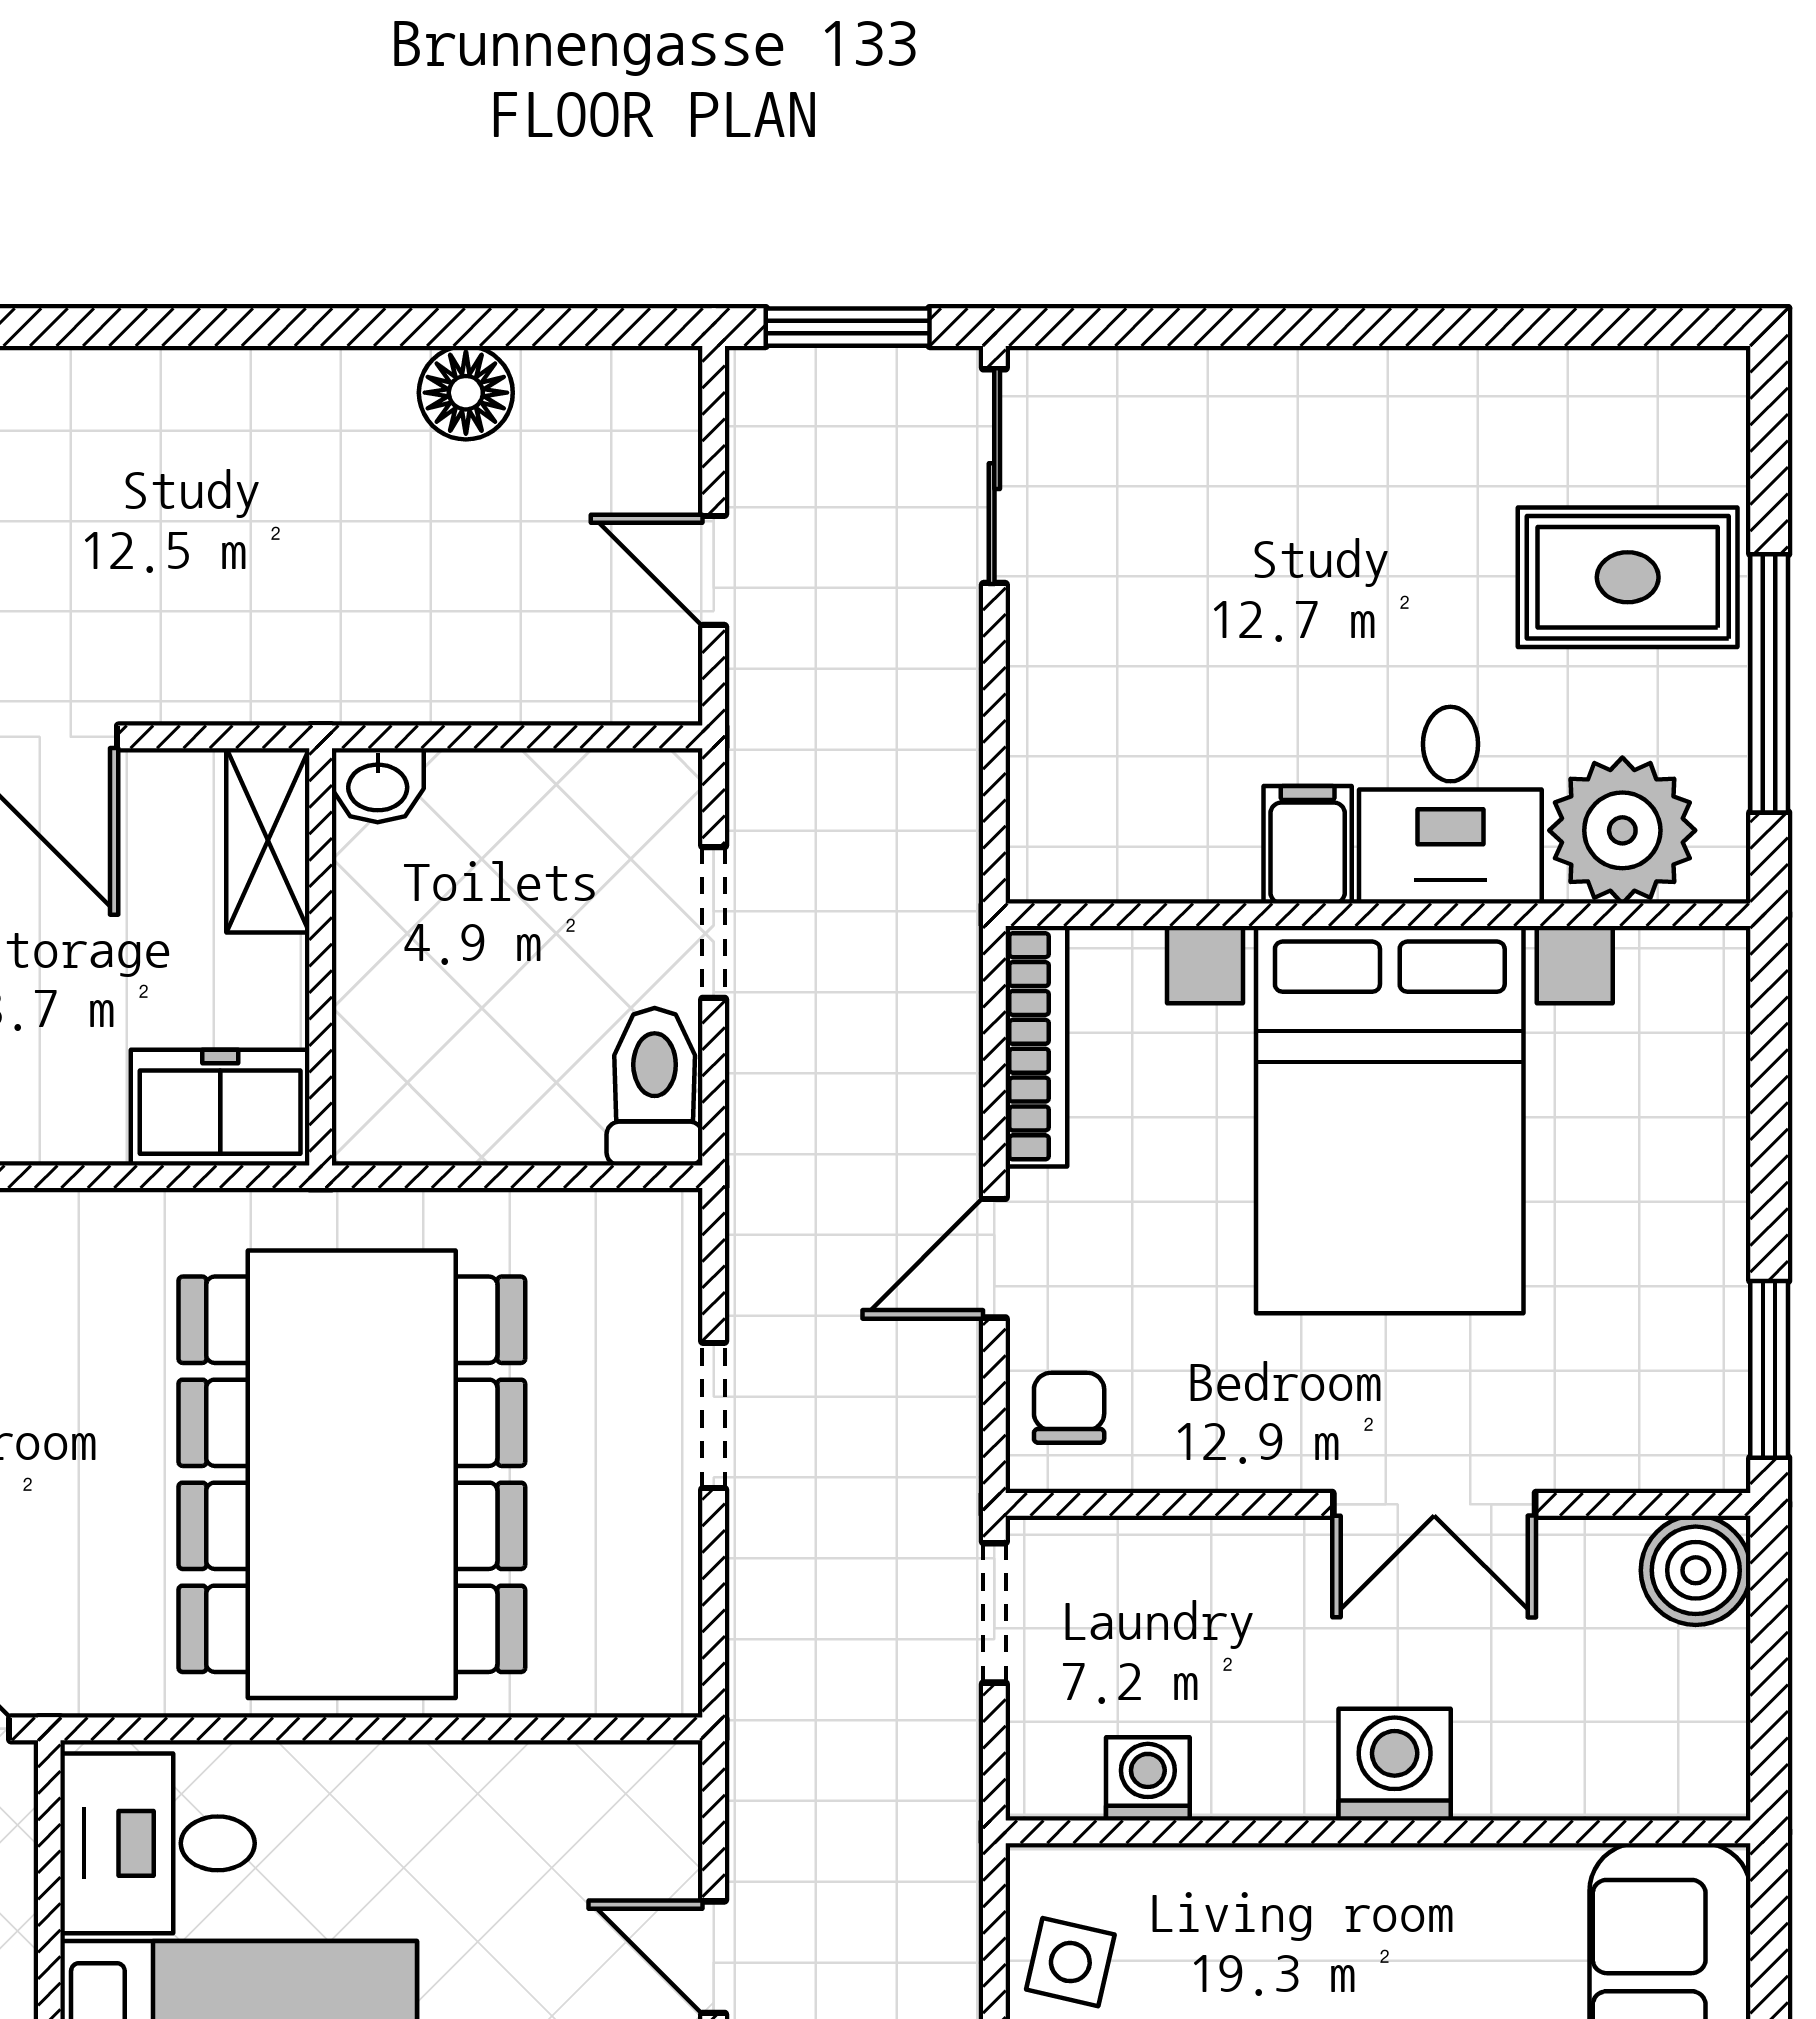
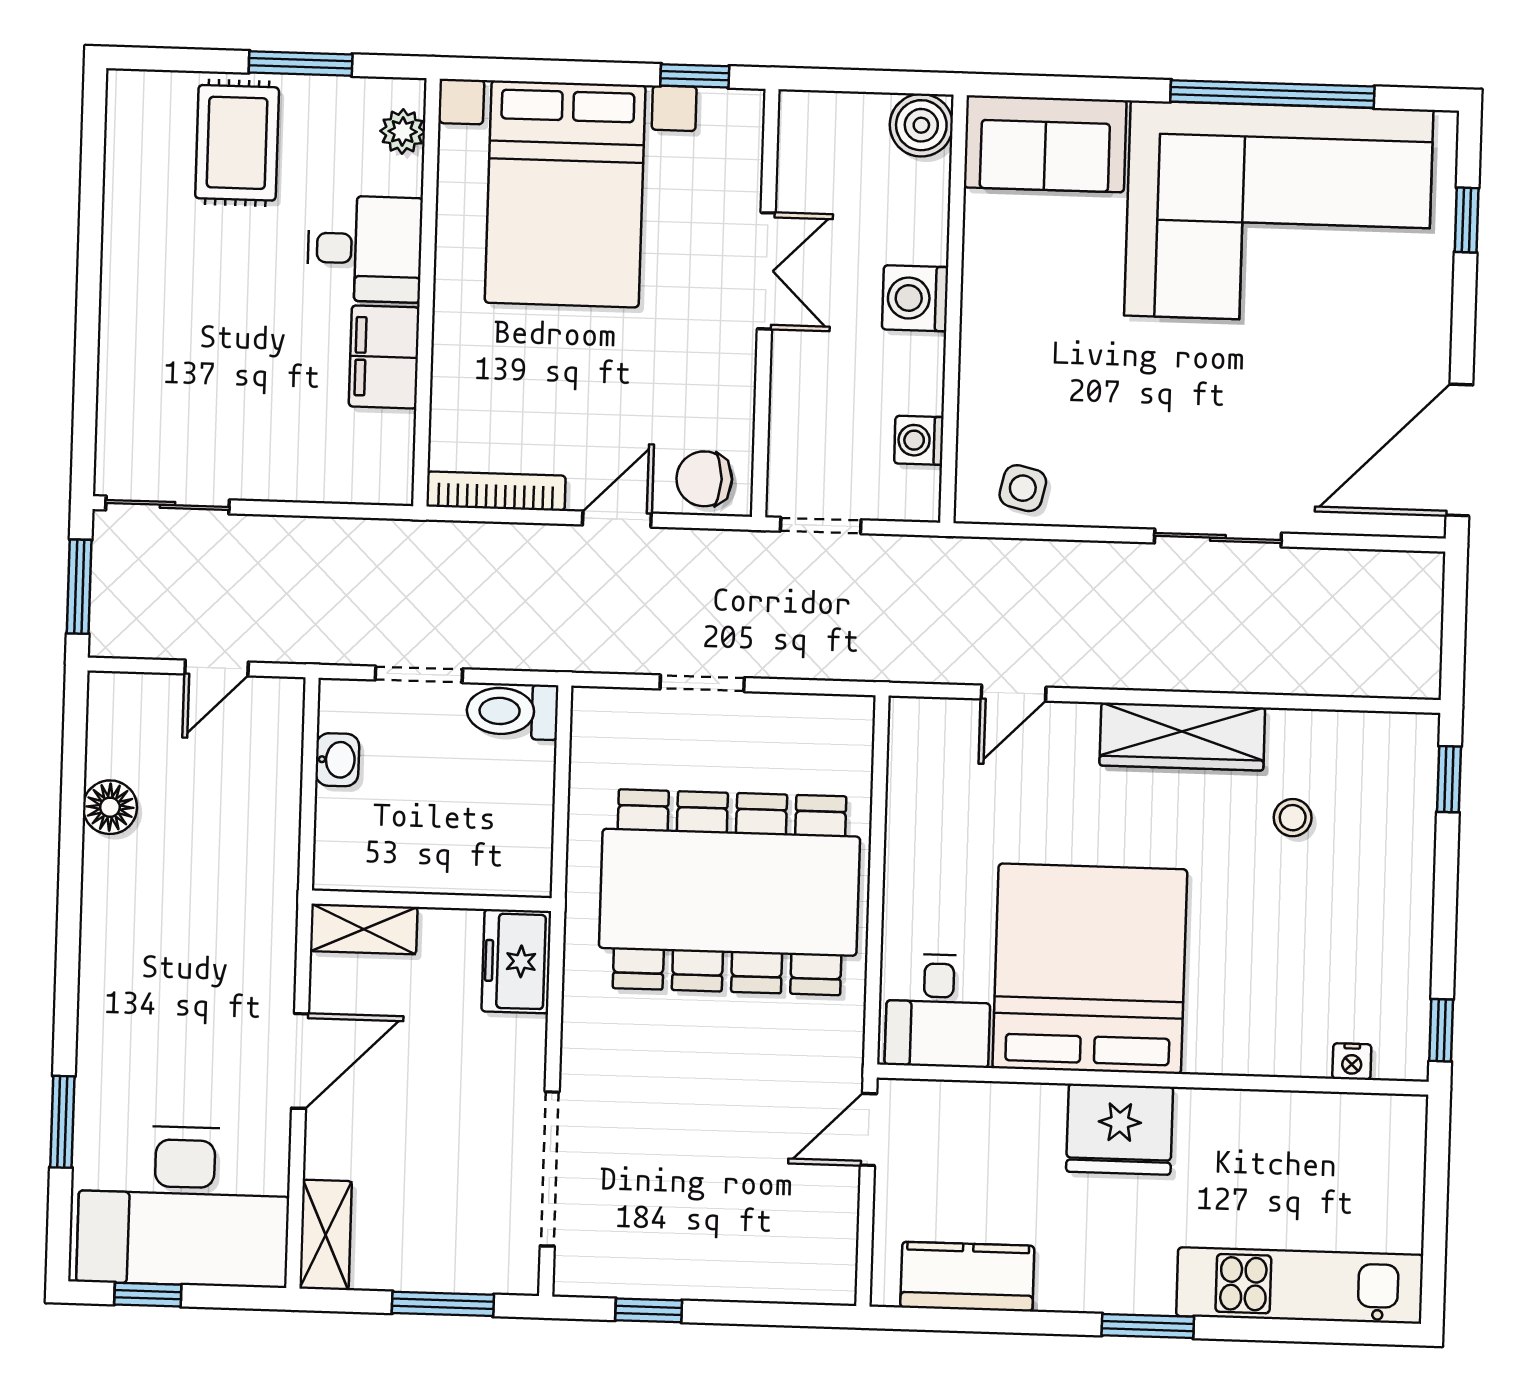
window: (1769, 683) -> (301, 63), width x0.69
washbasin: (378, 785) -> (337, 760), moved
plant: (1622, 830) -> (403, 132), width x0.53, depth x0.53
filing cabinet: (1308, 845) -> (384, 357), width x2.00
bed with nightstands: (1390, 1120) -> (565, 194), moved, turned 90
door: (994, 1258) -> (617, 519), swing flipped
window: (1769, 1369) -> (695, 76), width x0.67
chair: (1069, 1408) -> (704, 479), width x1.37, depth x1.37
boiler: (1696, 1570) -> (921, 125), moved

